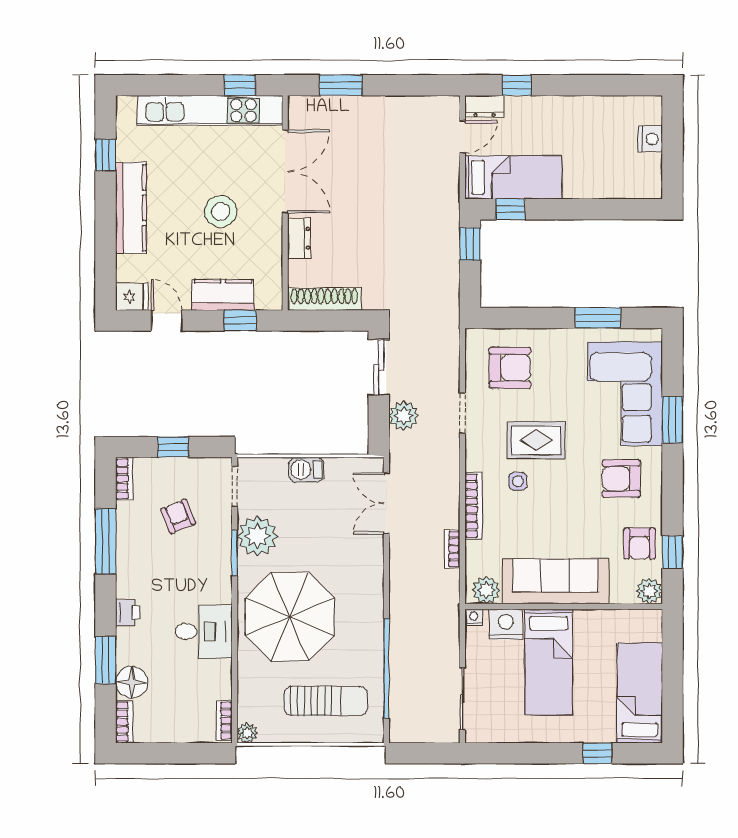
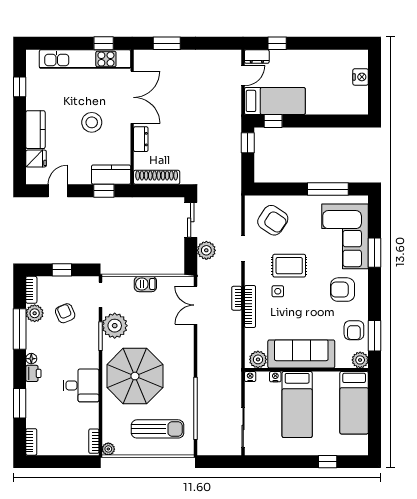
kitchen counter: (131, 208) -> (35, 130), width x0.67
kitchen counter: (223, 295) -> (111, 175), moved
fridge: (132, 297) -> (36, 159), moved
window: (598, 318) -> (328, 189), width x1.44
door: (167, 321) -> (58, 191), hinge flipped
armchair: (510, 368) -> (273, 220), turned 34
plant: (130, 516) -> (35, 313), added
bookcase: (452, 549) -> (237, 298), moved
window: (672, 552) -> (375, 336), width x1.50
nightstand: (506, 624) -> (275, 377), width x0.53, depth x0.56
floor lamp: (132, 682) -> (31, 359), moved, width x0.53, depth x0.53
bed: (640, 693) -> (354, 403), moved, turned 180

